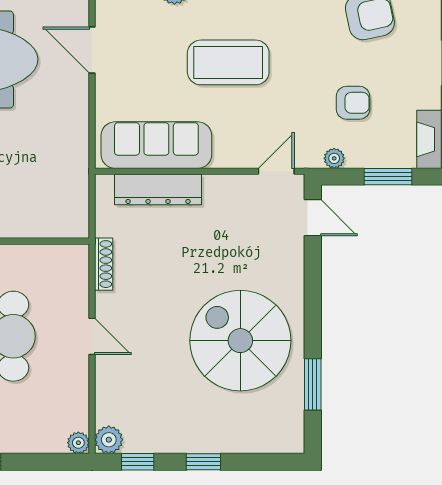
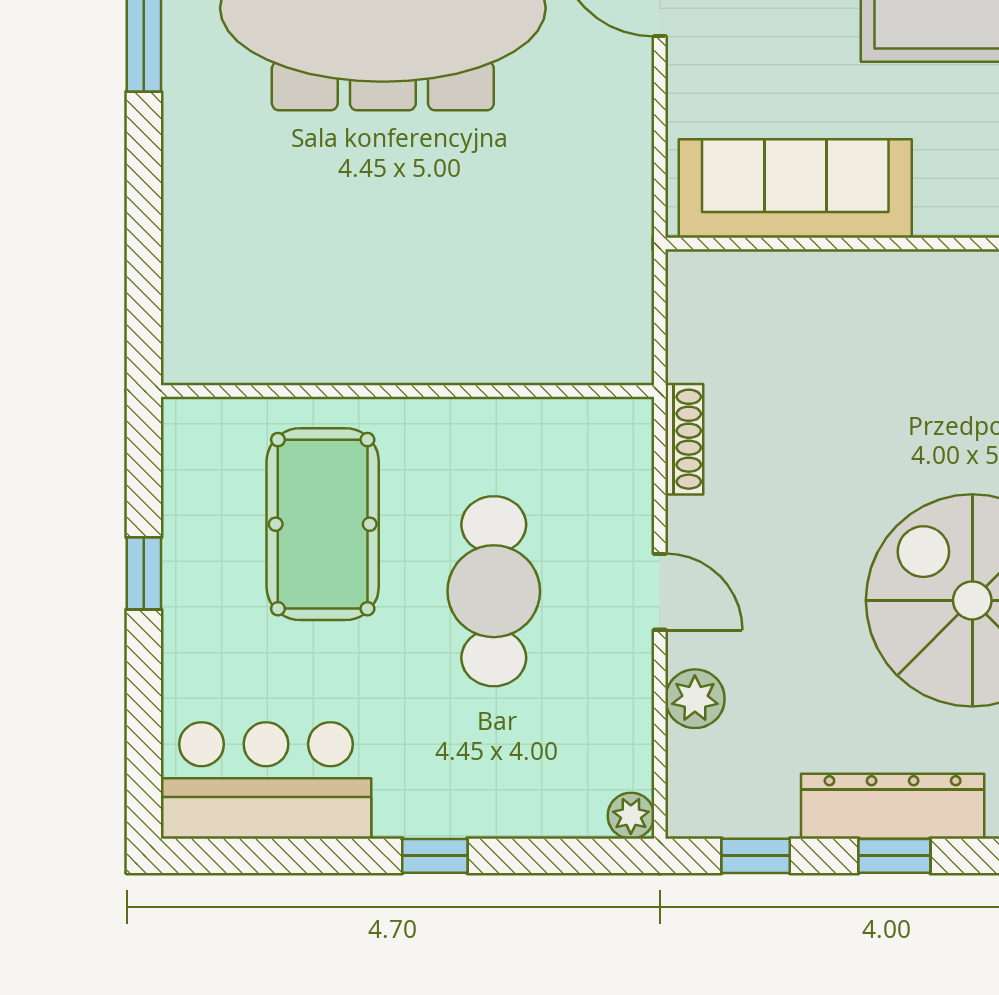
dresser: (158, 189) -> (893, 806), moved, turned 180
plant: (109, 440) -> (695, 699), moved

